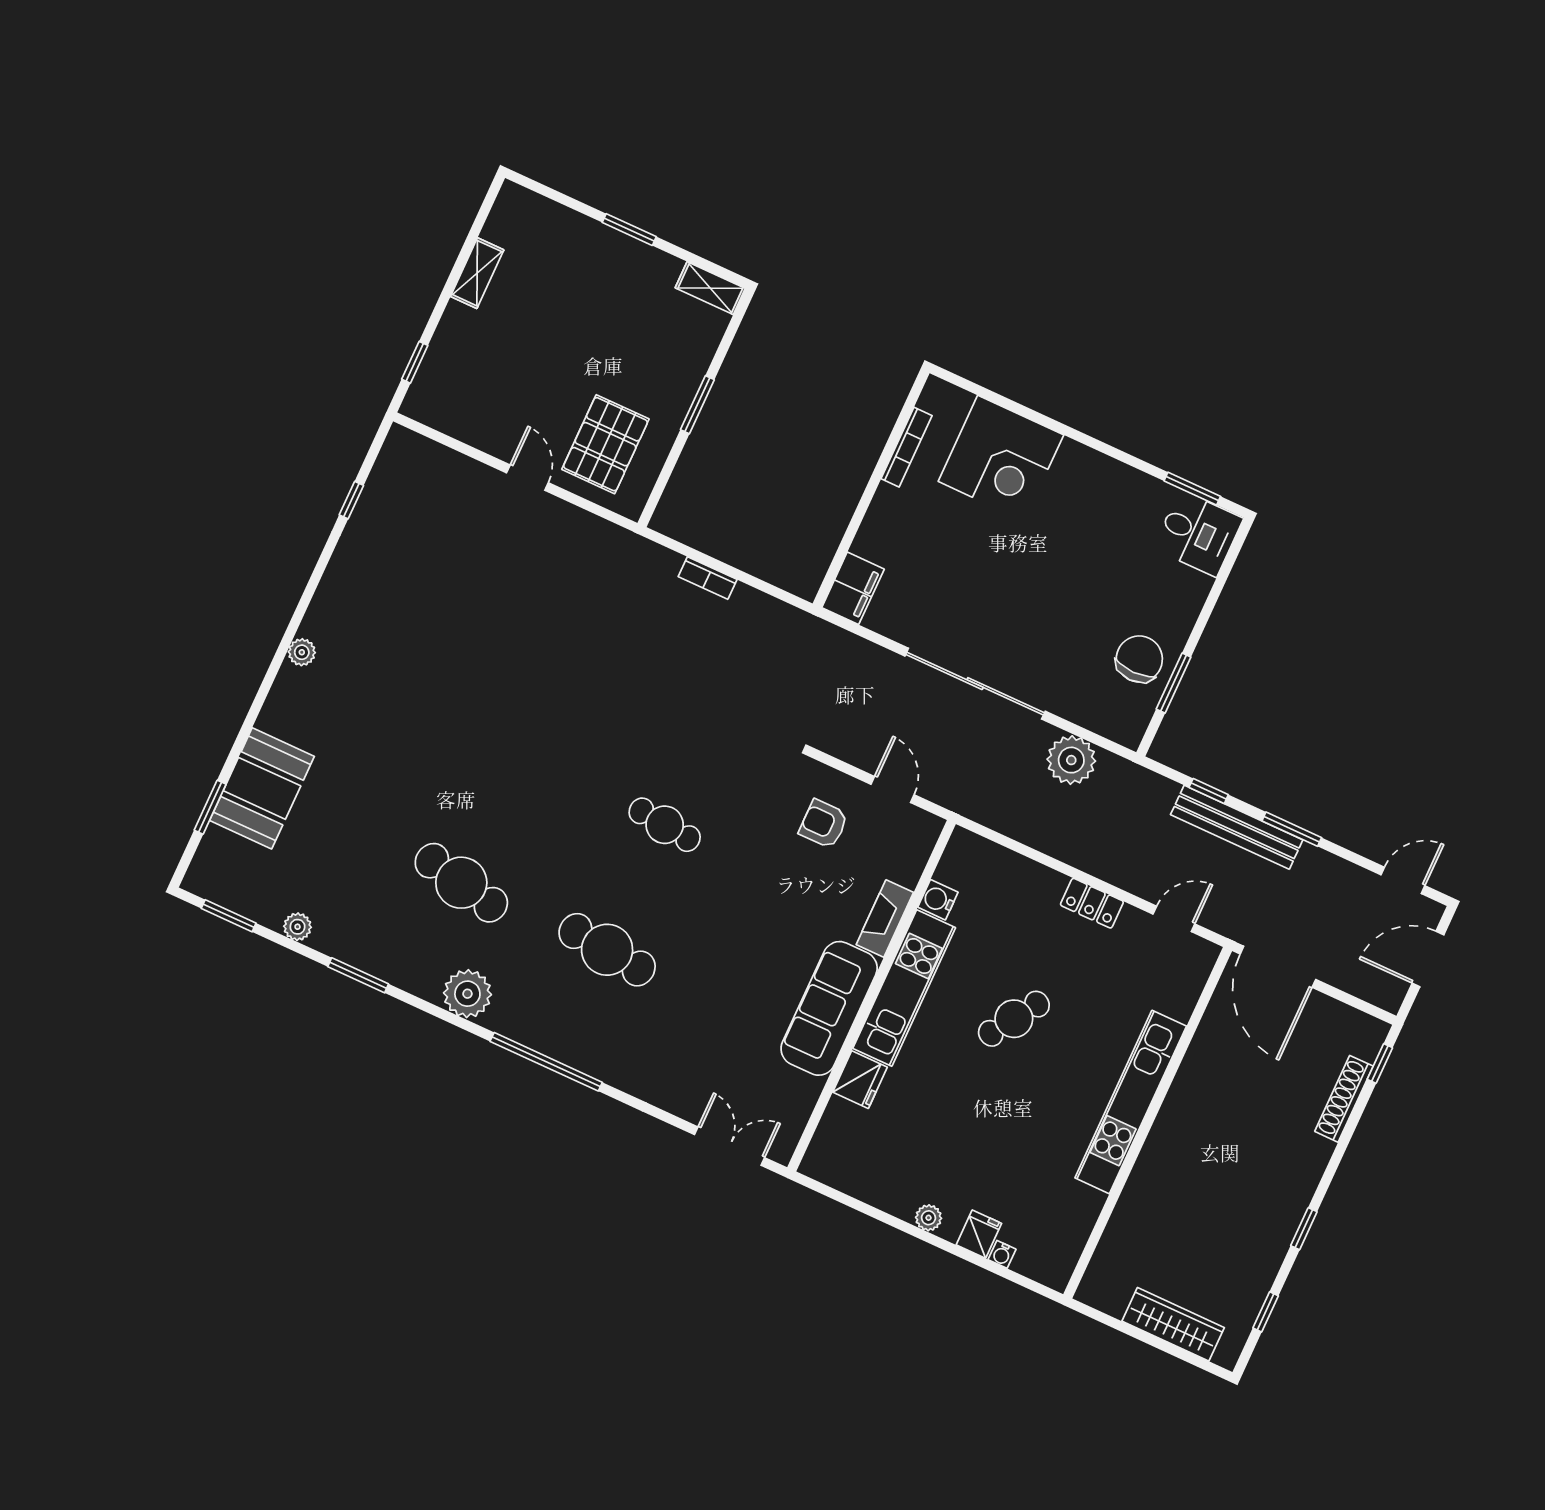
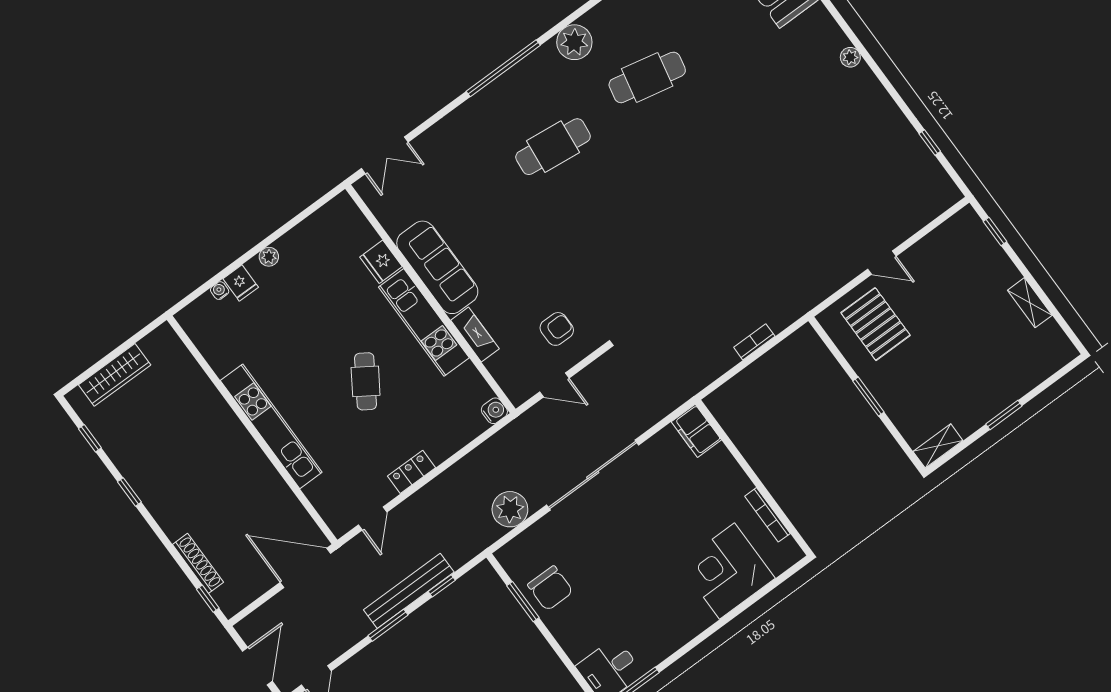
cafe table: (665, 825) -> (612, 227), removed
water cooler: (938, 900) -> (494, 411), moved

